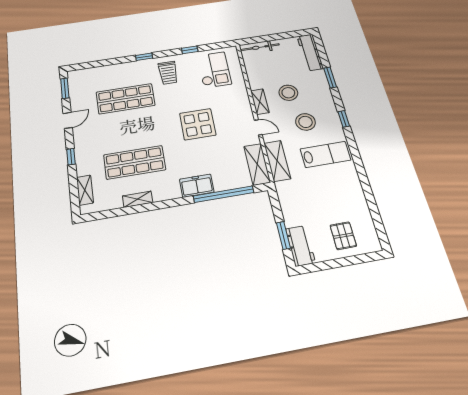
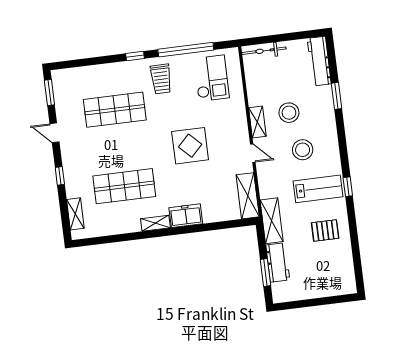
window: (190, 50) -> (186, 50), width x3.17
window: (344, 119) -> (348, 187), moved
door: (68, 120) -> (54, 133), swing flipped
shelving: (277, 161) -> (272, 221), moved
window: (224, 194) -> (212, 226), removed
shelving: (138, 199) -> (155, 223), moved
pallet: (343, 236) -> (325, 230), moved, turned 90
workbench: (300, 246) -> (278, 263), moved

